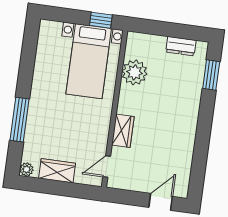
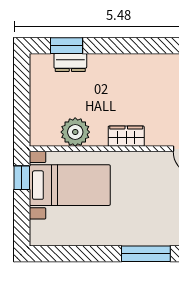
dresser: (181, 46) -> (70, 62), moved, turned 90
wardrobe: (123, 131) -> (126, 136), moved

